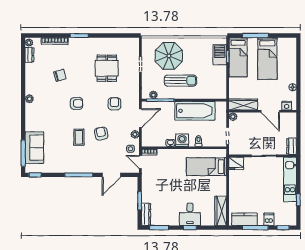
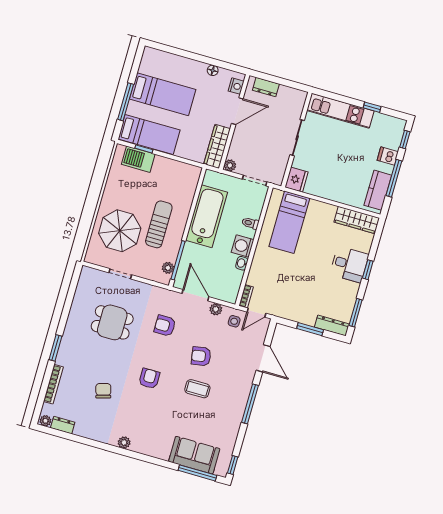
dresser: (292, 146) -> (266, 87), moved

